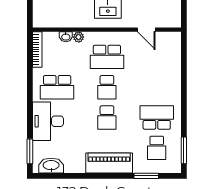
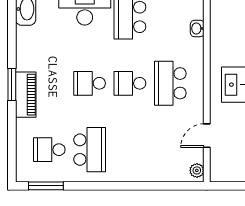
plant: (79, 37) -> (197, 170), moved
piano: (109, 163) -> (26, 95), width x0.73, depth x0.75
window: (146, 176) -> (12, 85), moved

